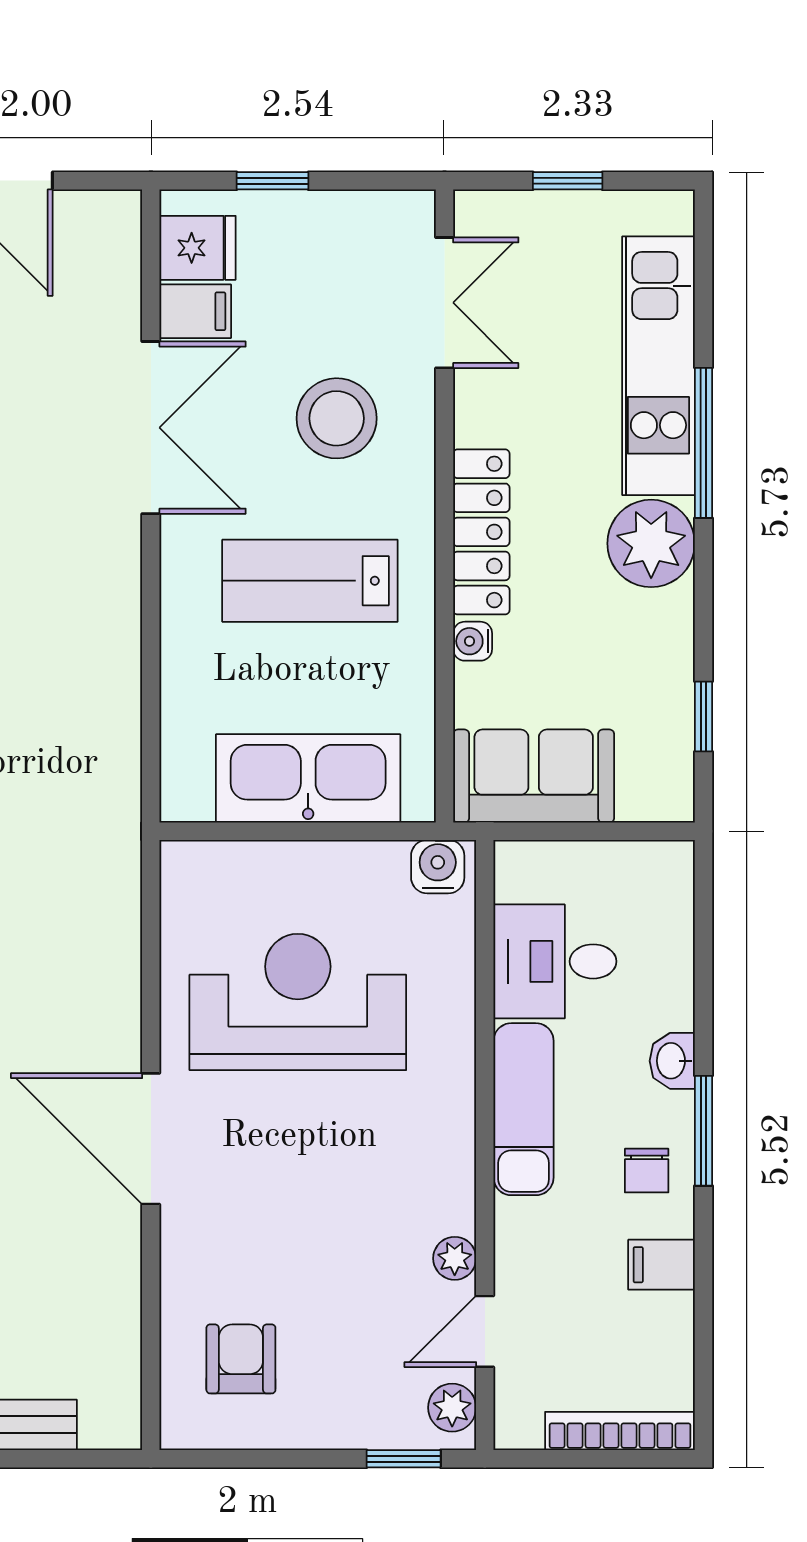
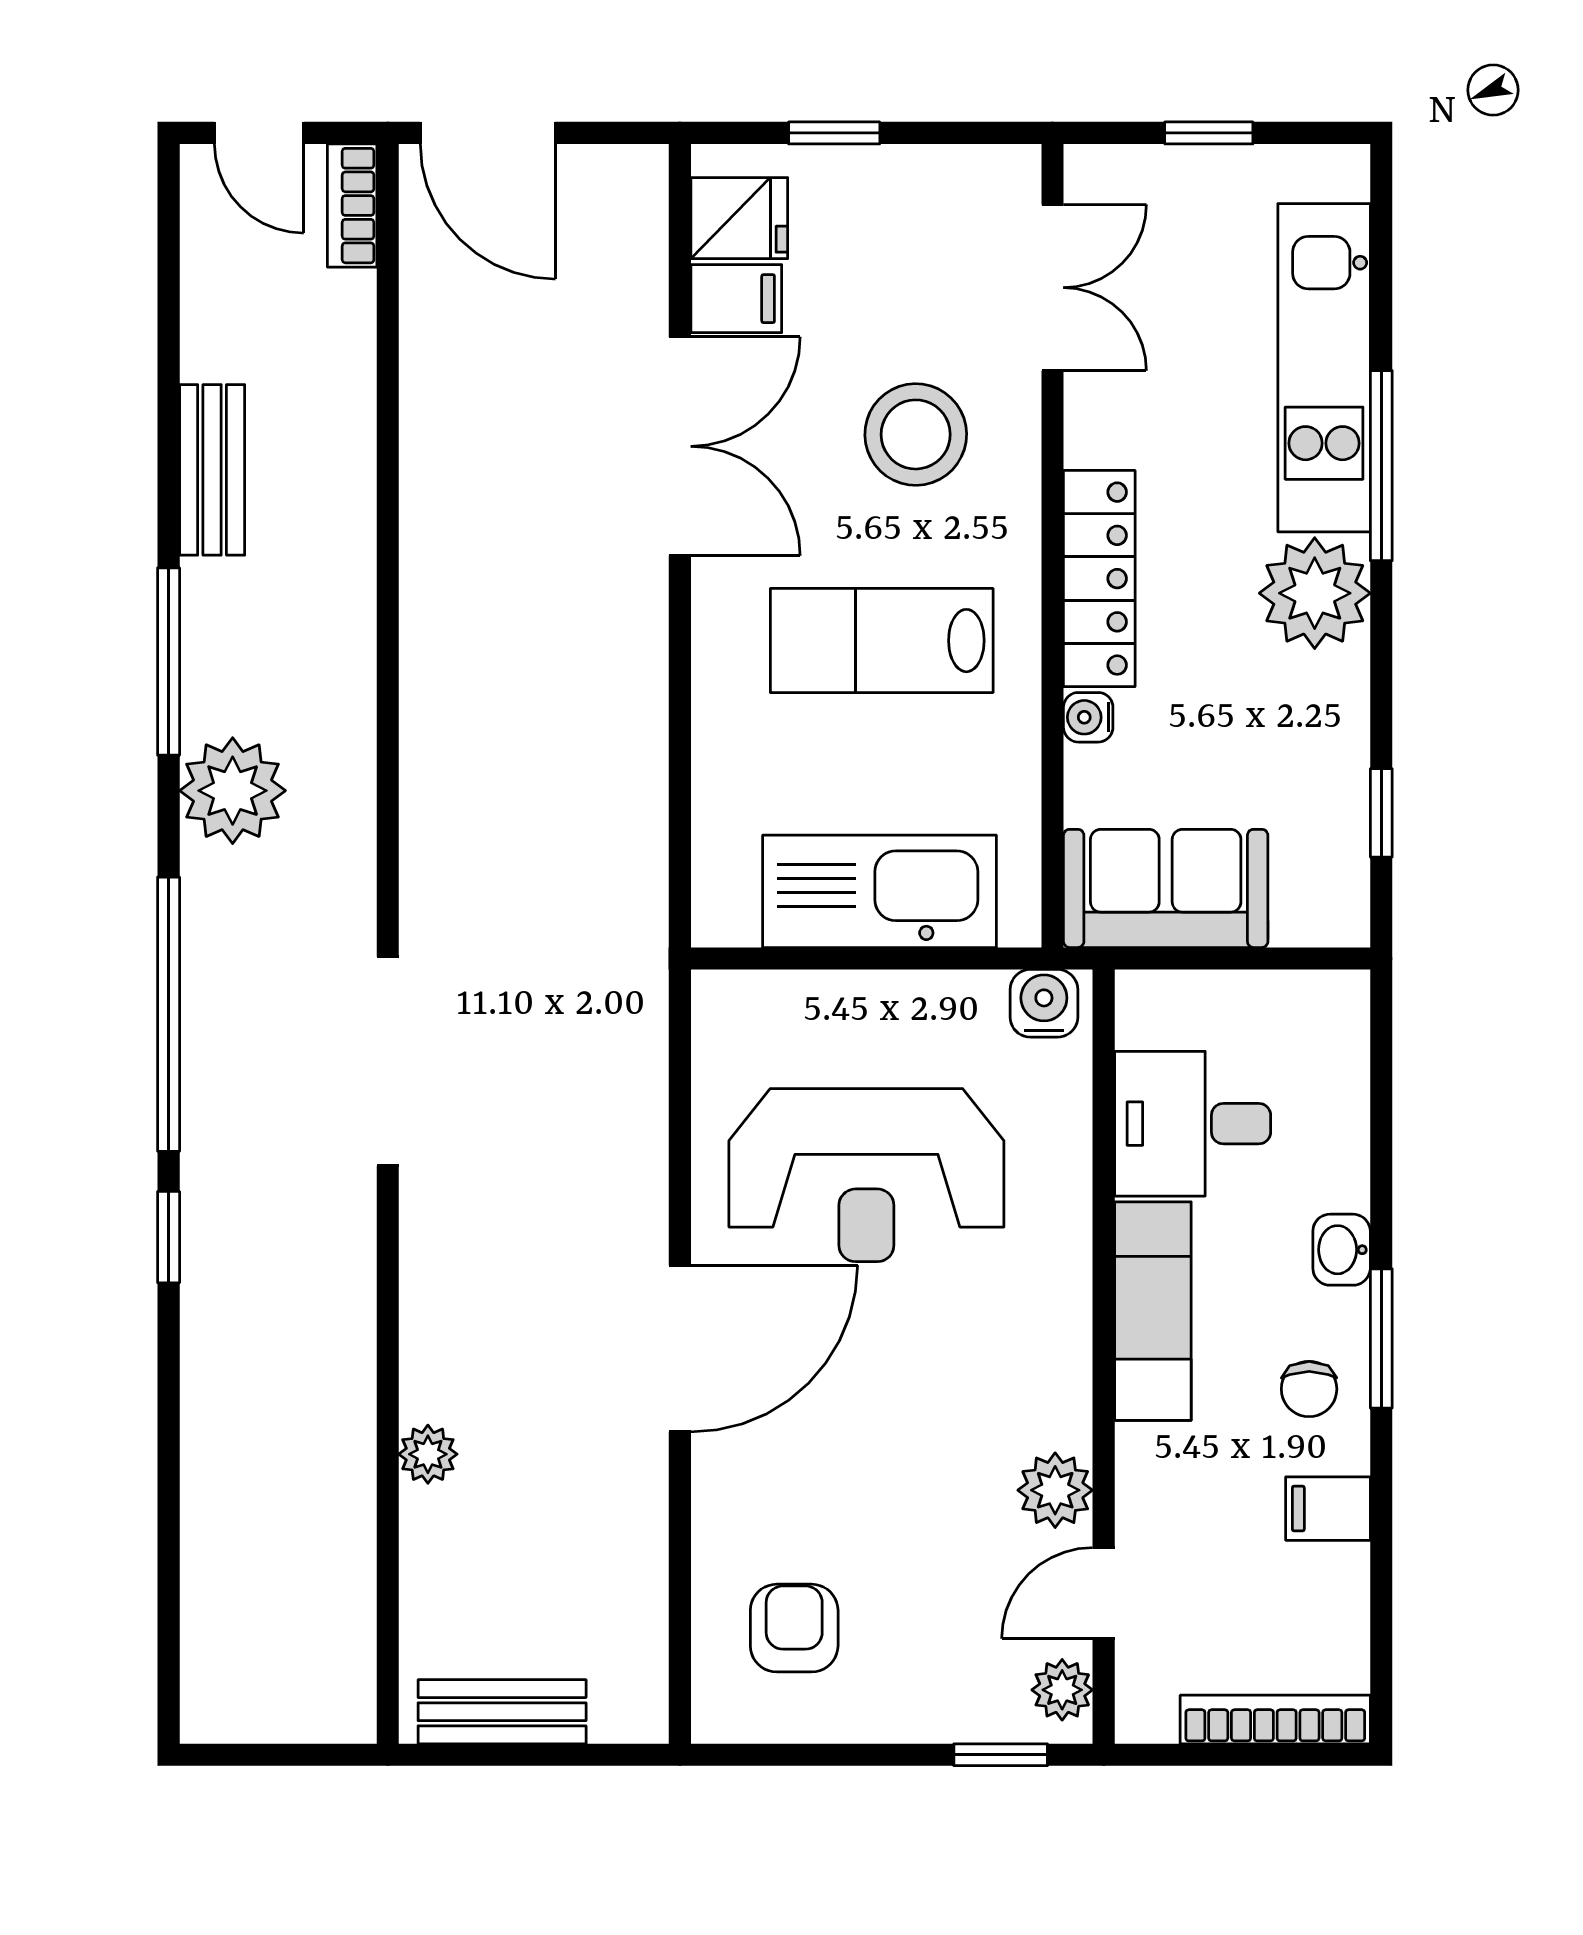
reception desk: (298, 1002) -> (866, 1175), turned 180
door: (151, 1139) -> (680, 1349), swing flipped
plant: (455, 1258) -> (1055, 1490), width x1.38, depth x1.38

